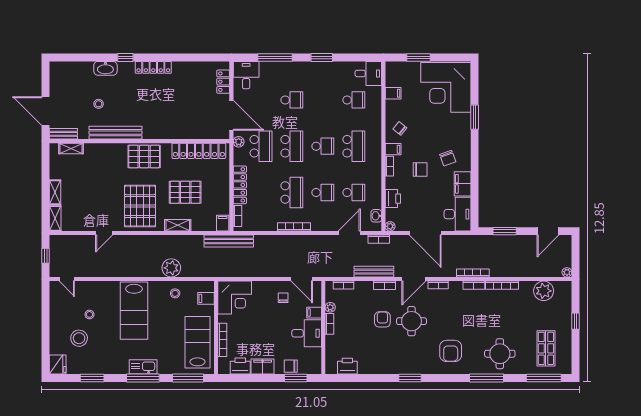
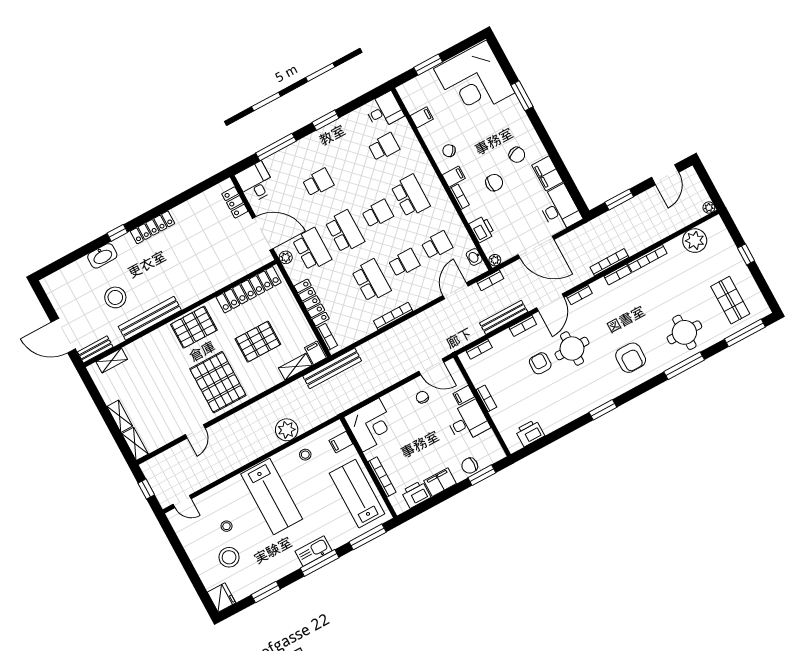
stool: (99, 104) -> (115, 297), width x1.89, depth x1.89
shelving: (178, 225) -> (295, 367), moved
plant: (330, 307) -> (478, 380), removed

